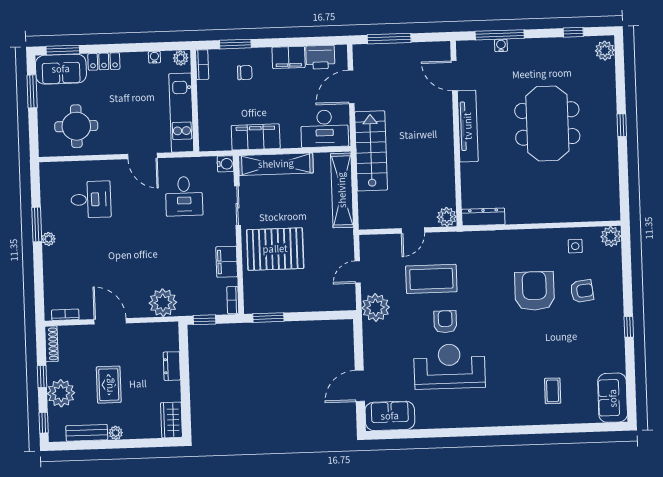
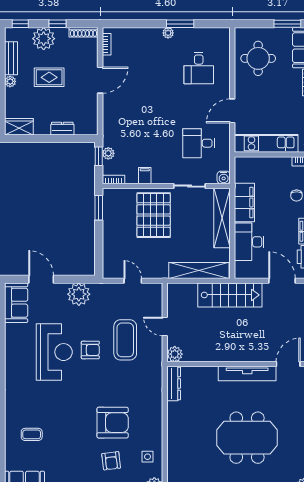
desk: (325, 129) -> (249, 242), moved
filing cabinet: (227, 262) -> (145, 176), width x0.50
plant: (163, 303) -> (108, 153), moved, width x0.53, depth x0.53
plant: (376, 308) -> (79, 294), moved

